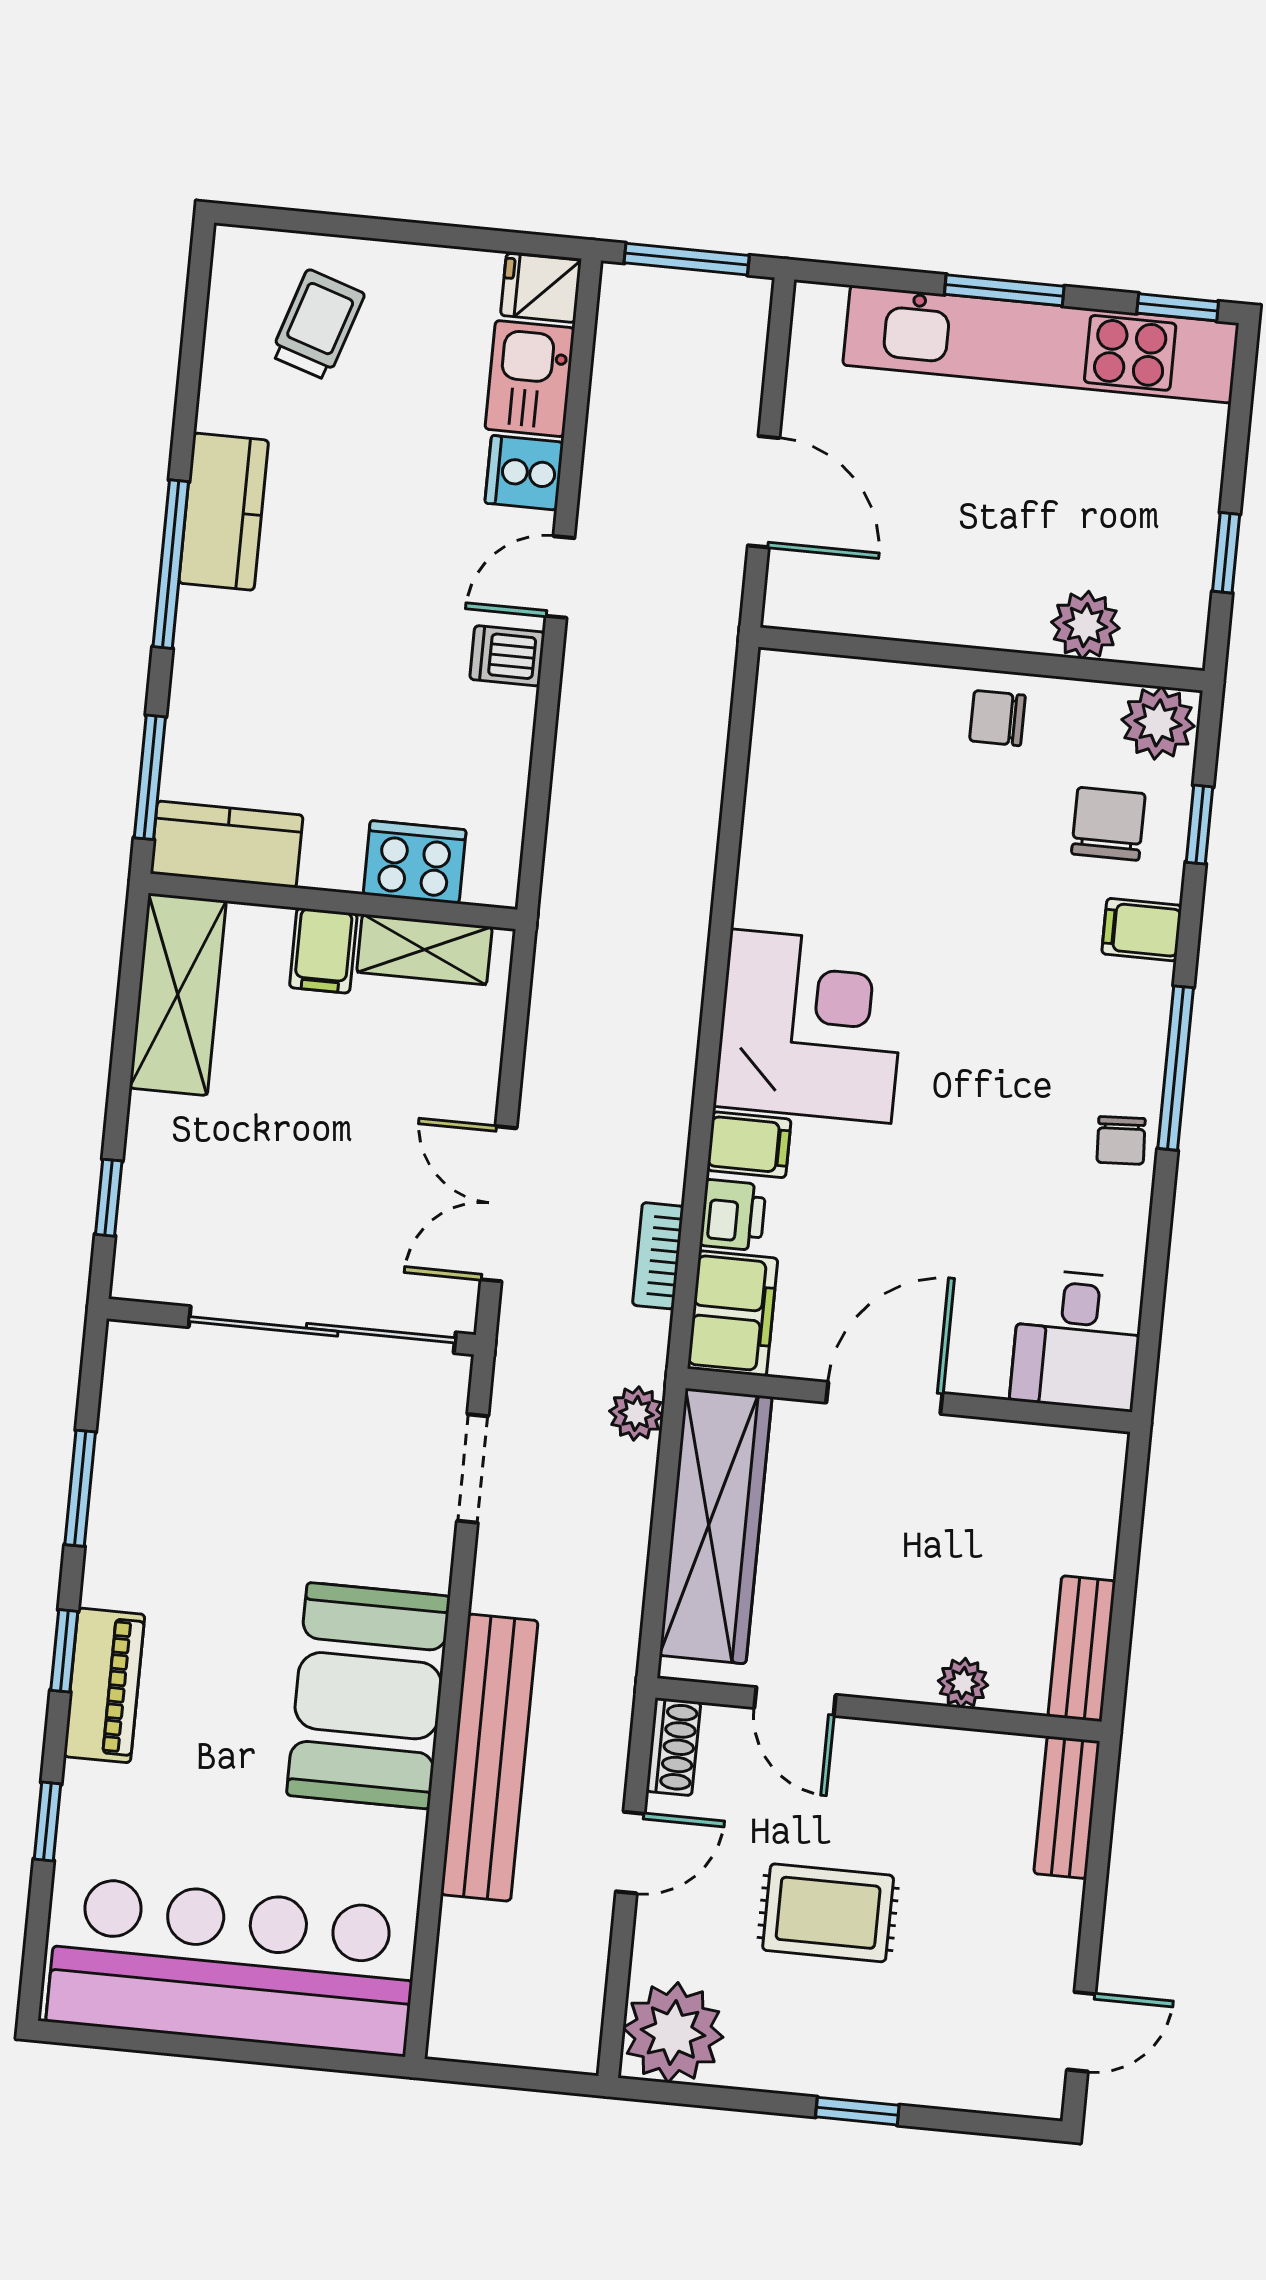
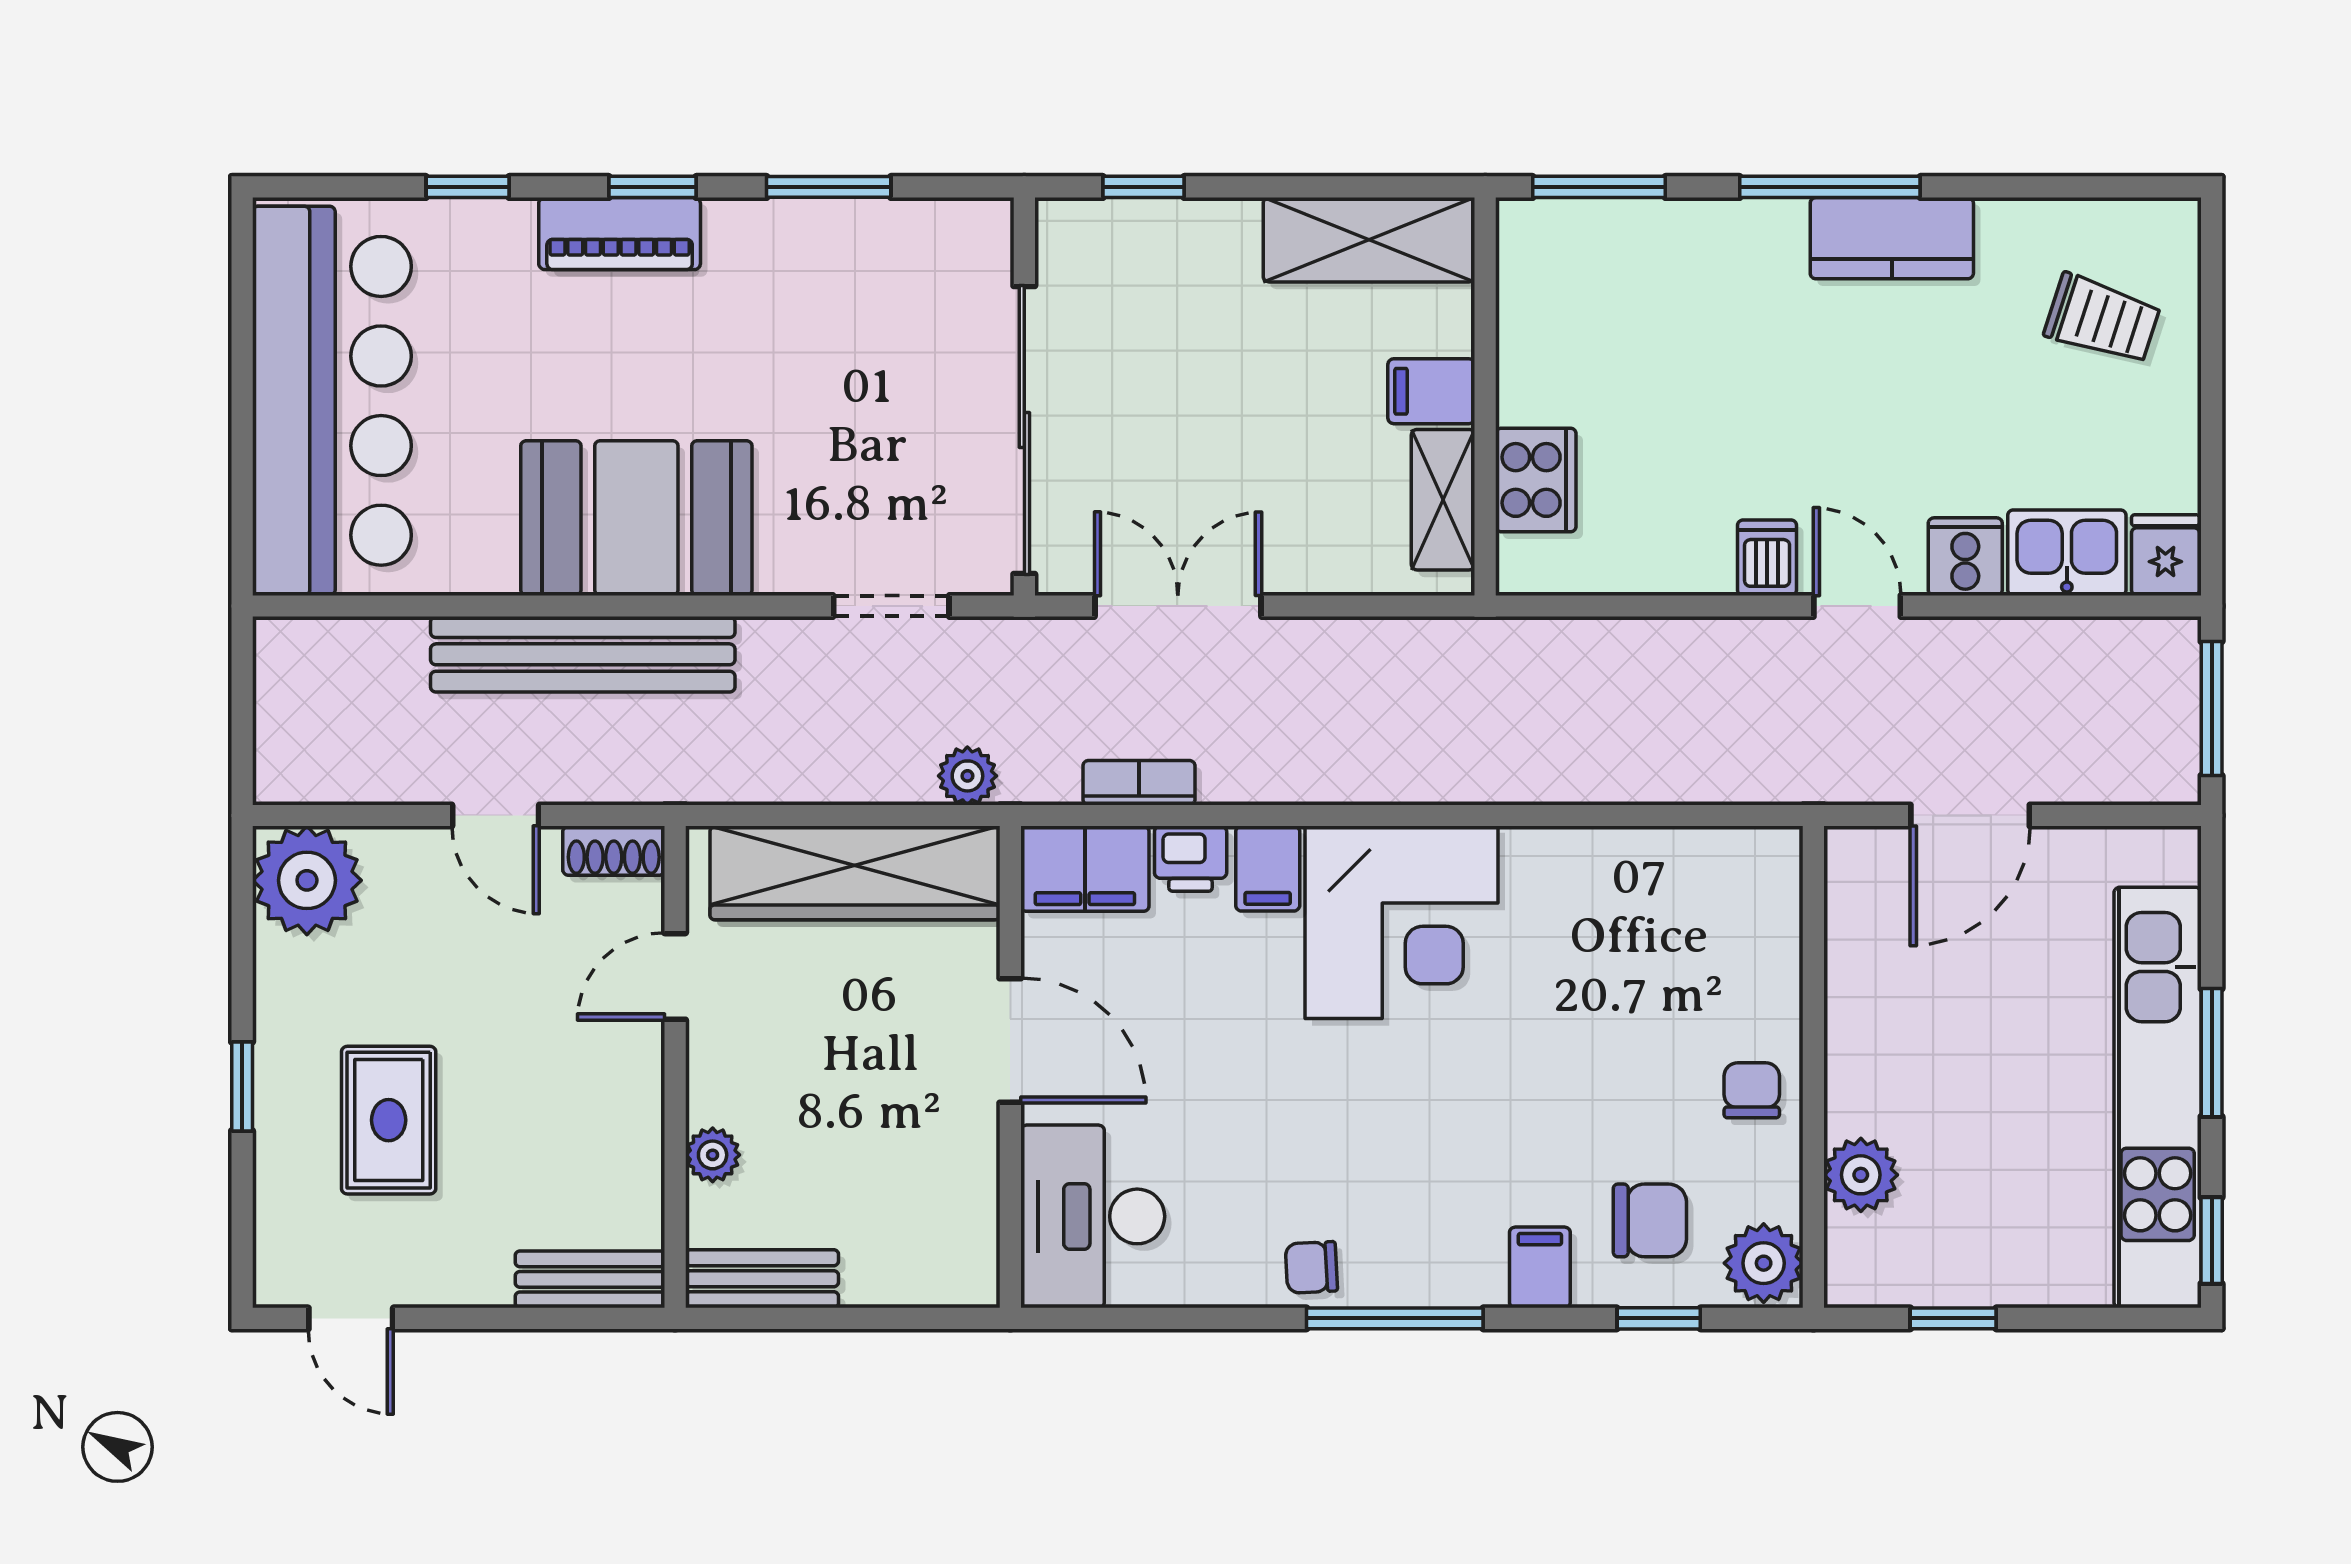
kitchen counter: (227, 844) -> (1535, 276), removed
desk: (1077, 1340) -> (1093, 1216), width x1.37
rug: (828, 1913) -> (389, 1120), moved

